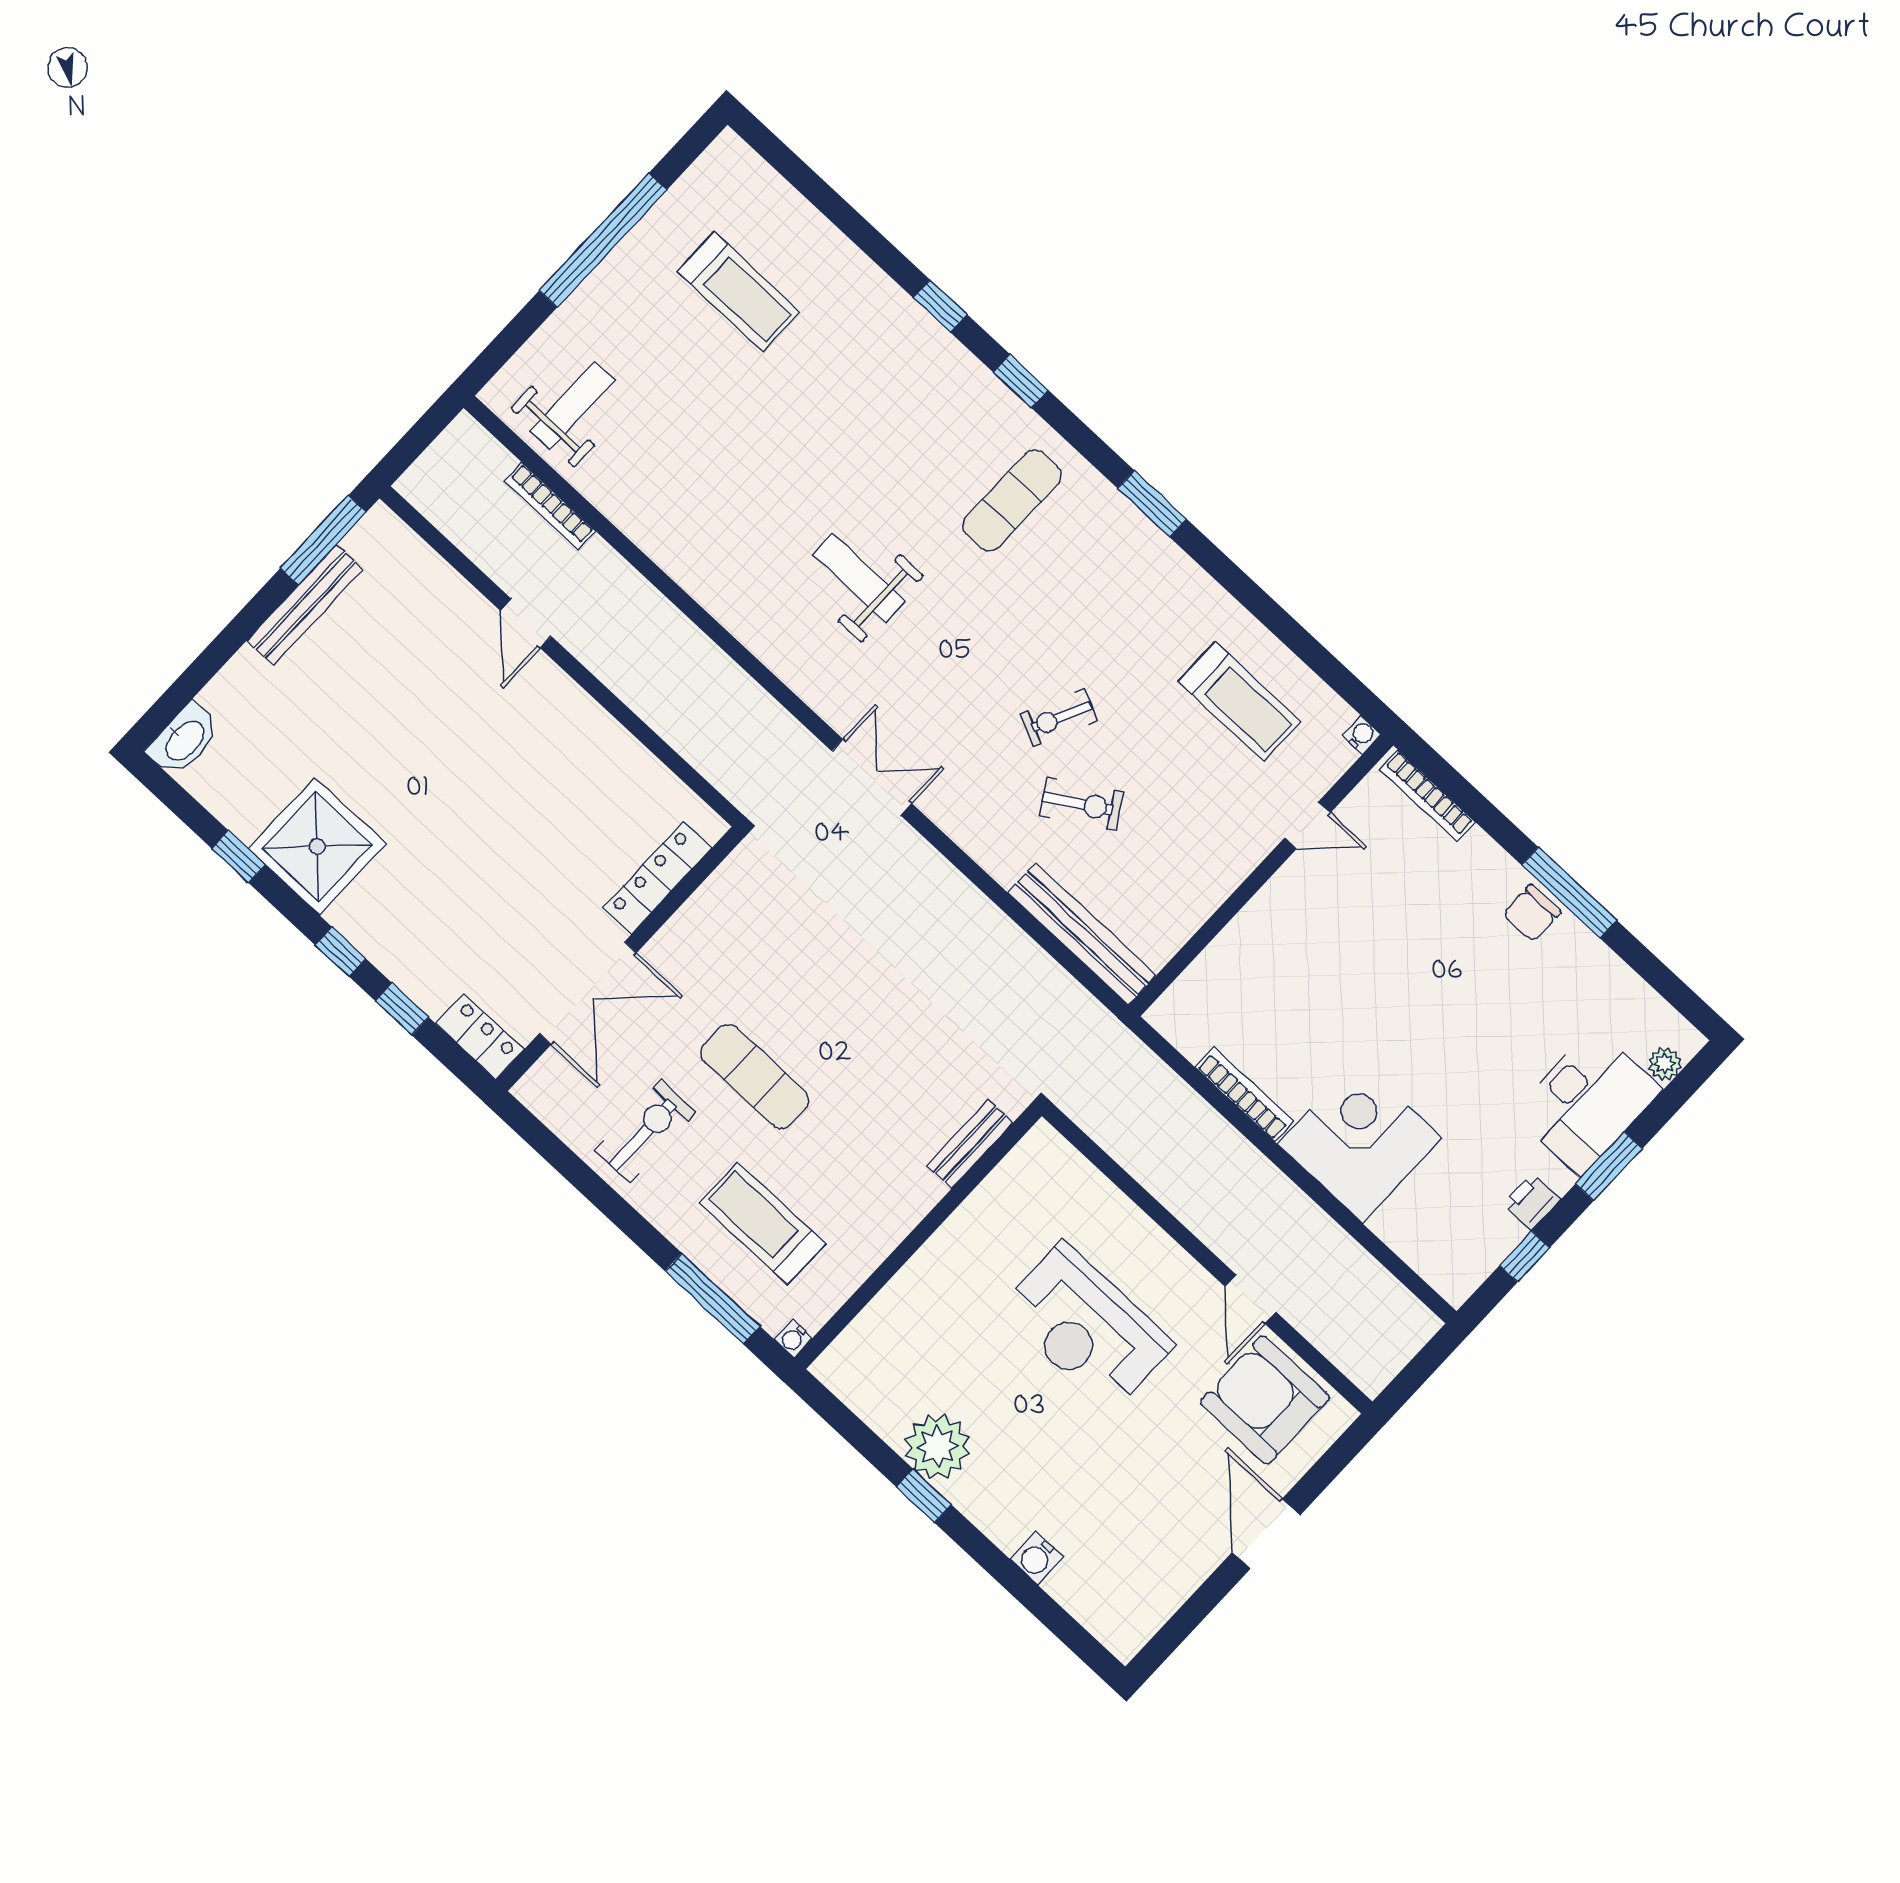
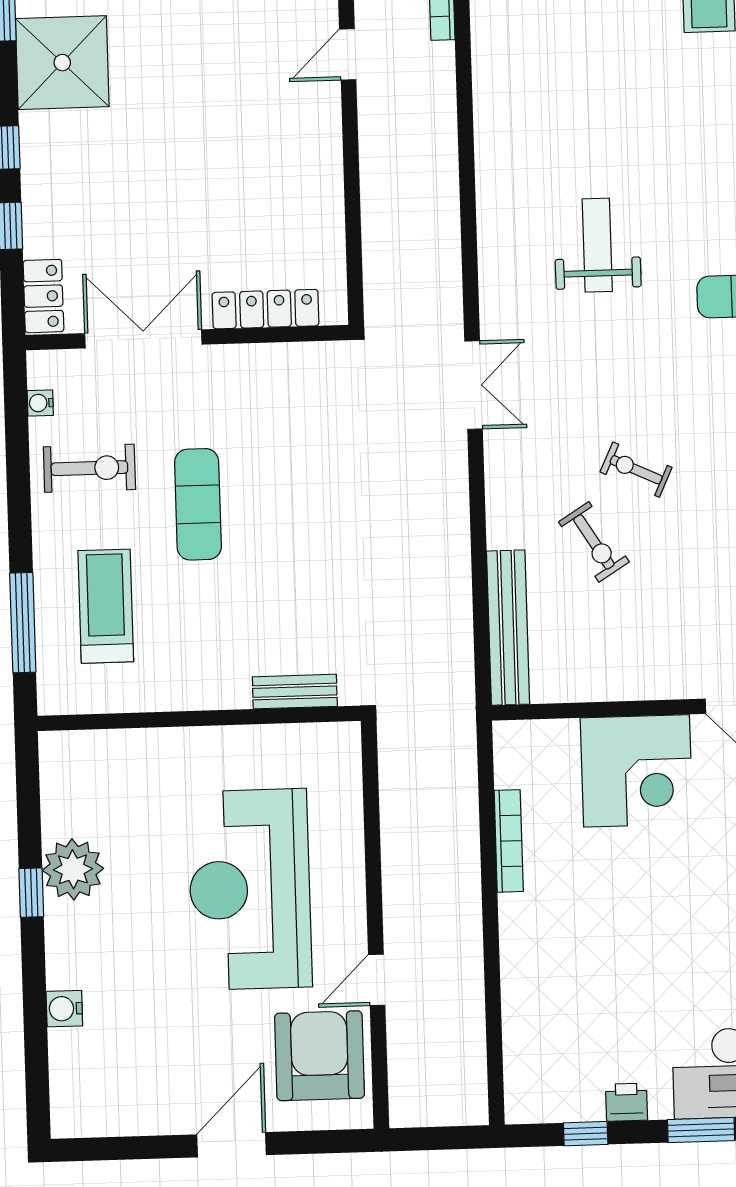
double door: (588, 993) -> (143, 339), swing flipped
corner desk: (1360, 1141) -> (637, 771), moved, turned 90
reception desk: (1086, 1327) -> (250, 889), width x1.36, depth x1.30
water cooler: (793, 1338) -> (40, 403), moved

